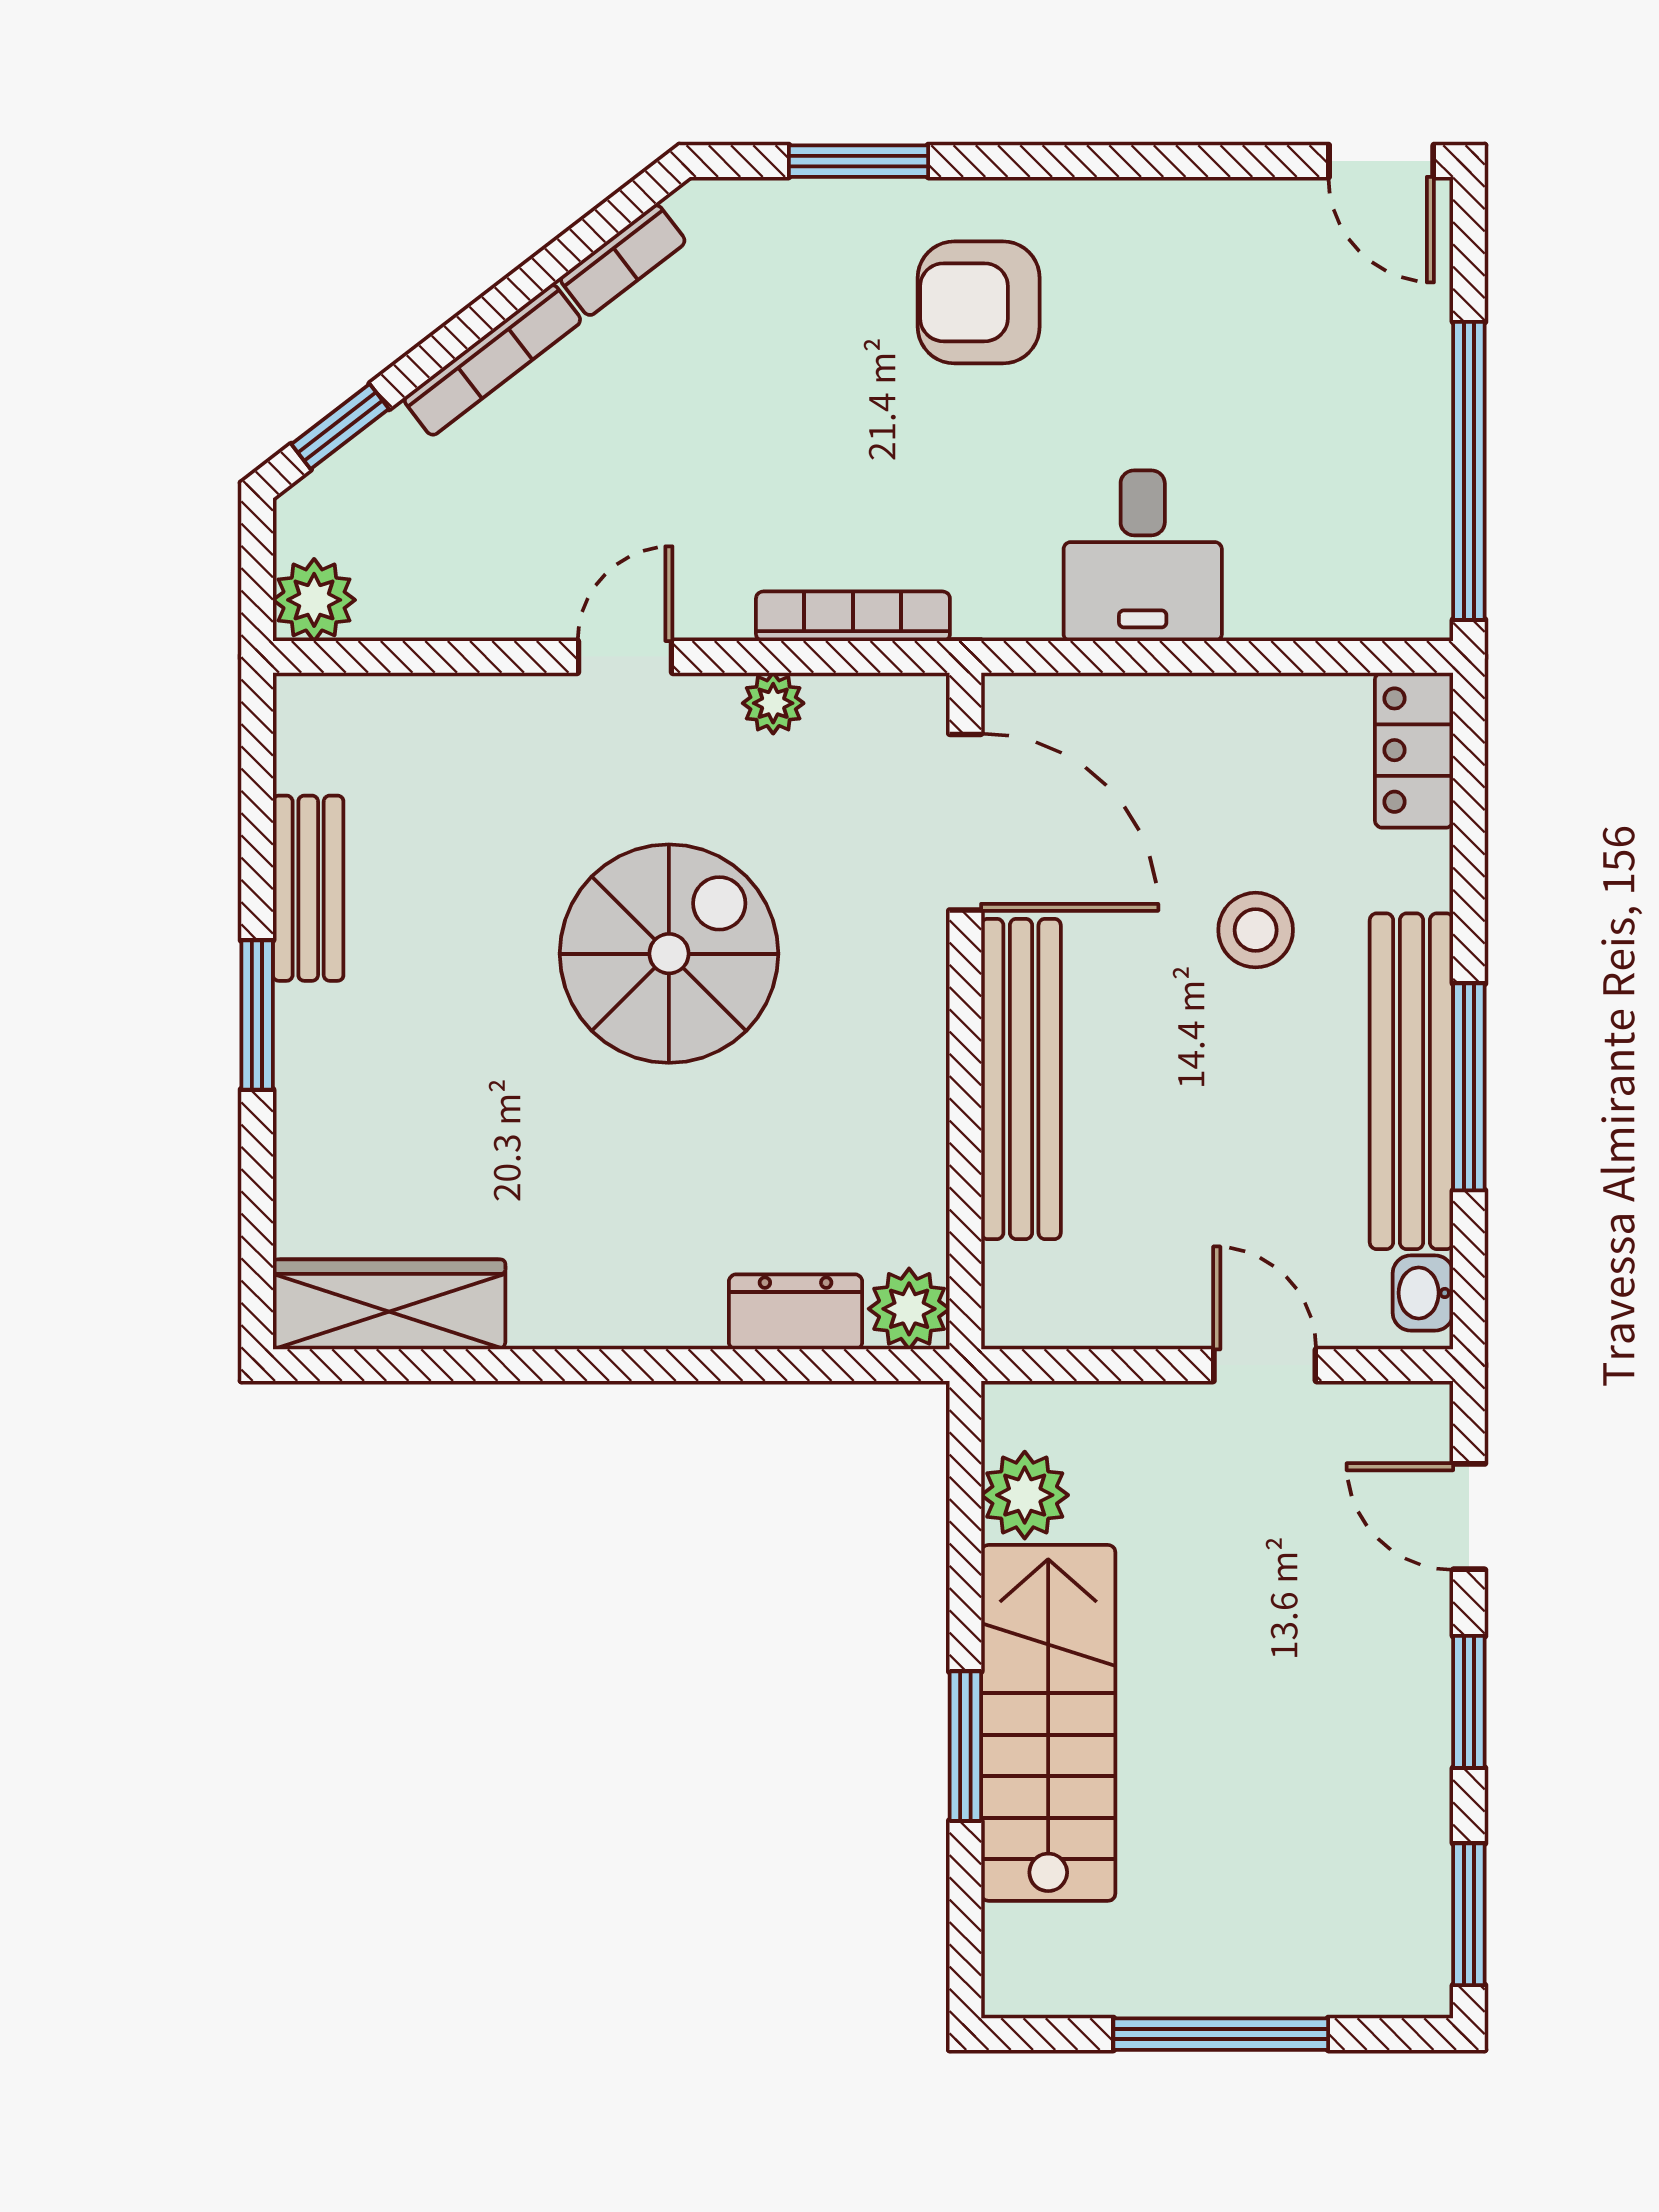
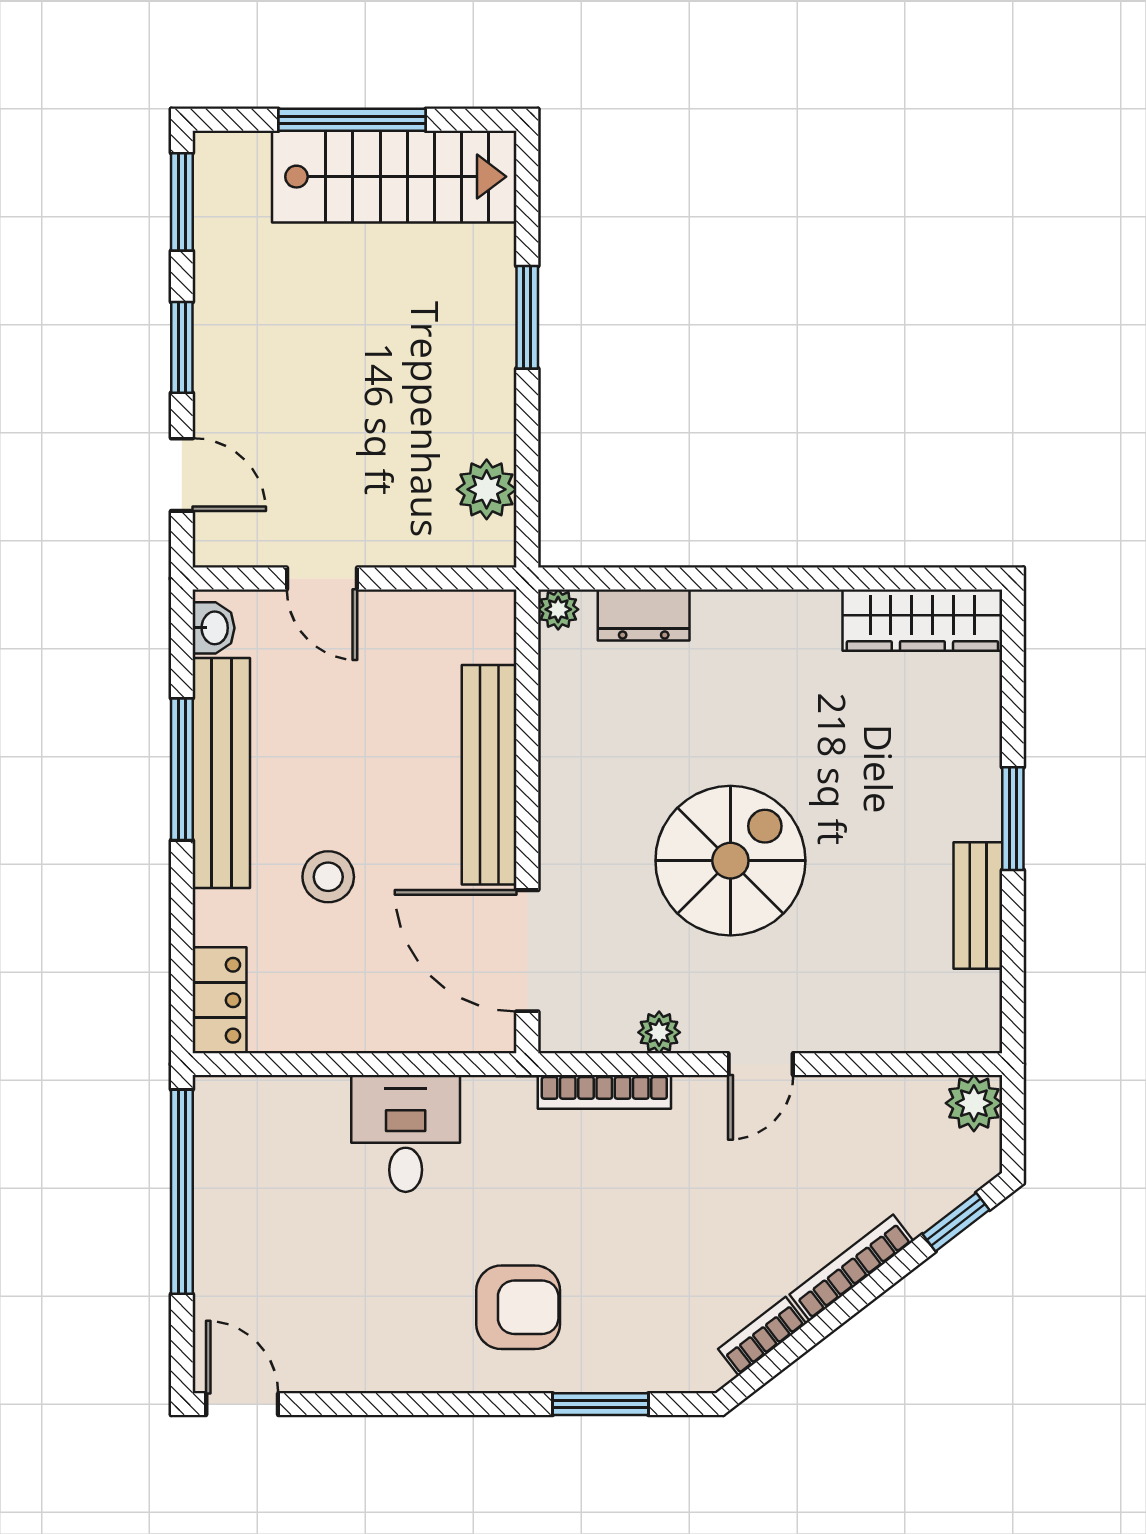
spiral stairs: (669, 954) -> (730, 861), turned 180
plant: (909, 1309) -> (558, 609), width x0.73, depth x0.73
stairs: (1048, 1723) -> (394, 177), moved, turned -90

